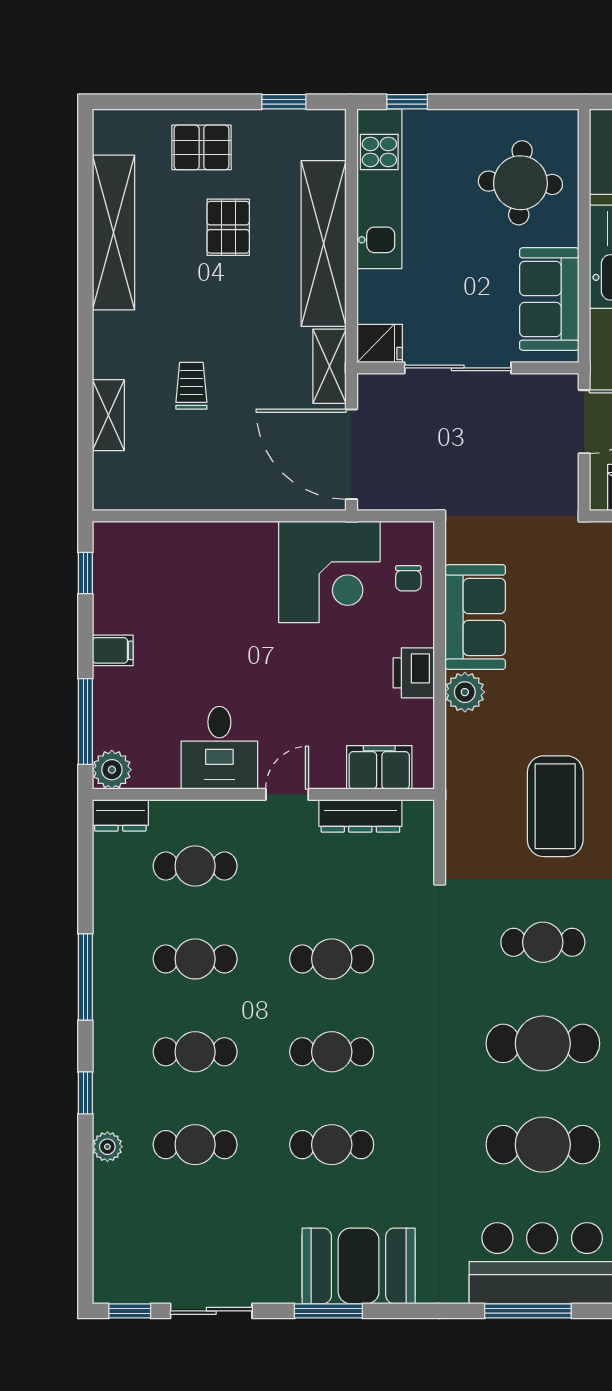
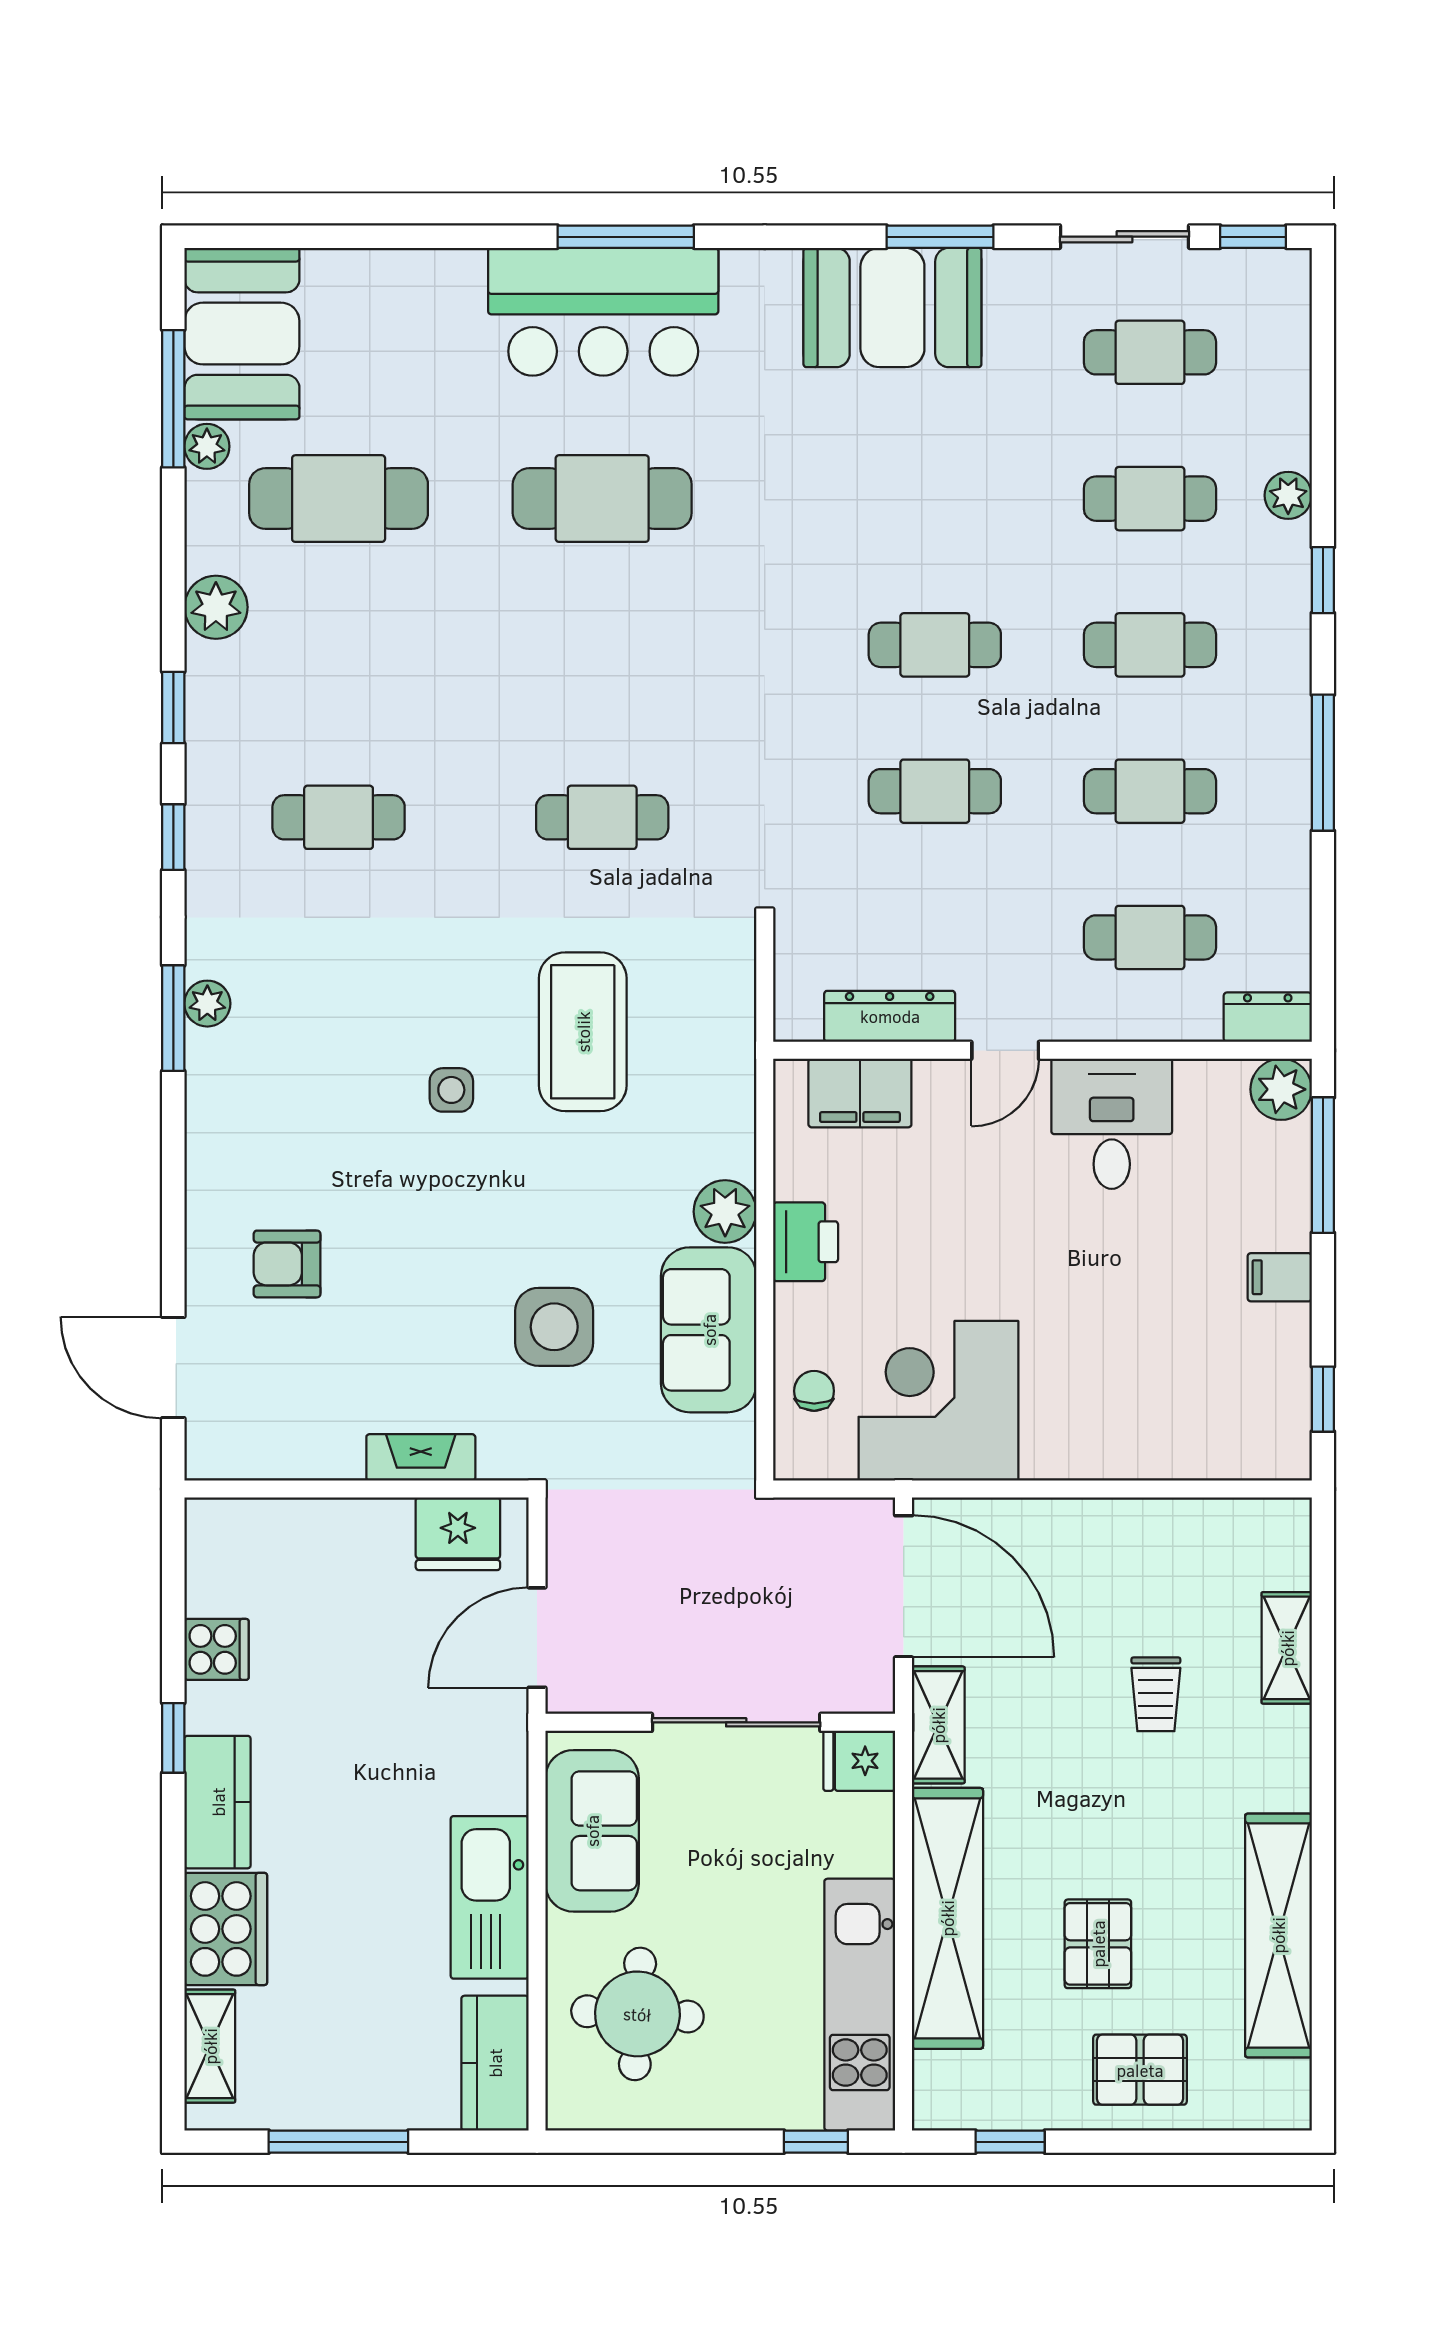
side table: (573, 619) -> (554, 1327), added
cafe table: (543, 1043) -> (602, 658), removed
cafe table: (332, 1145) -> (1150, 352), moved

